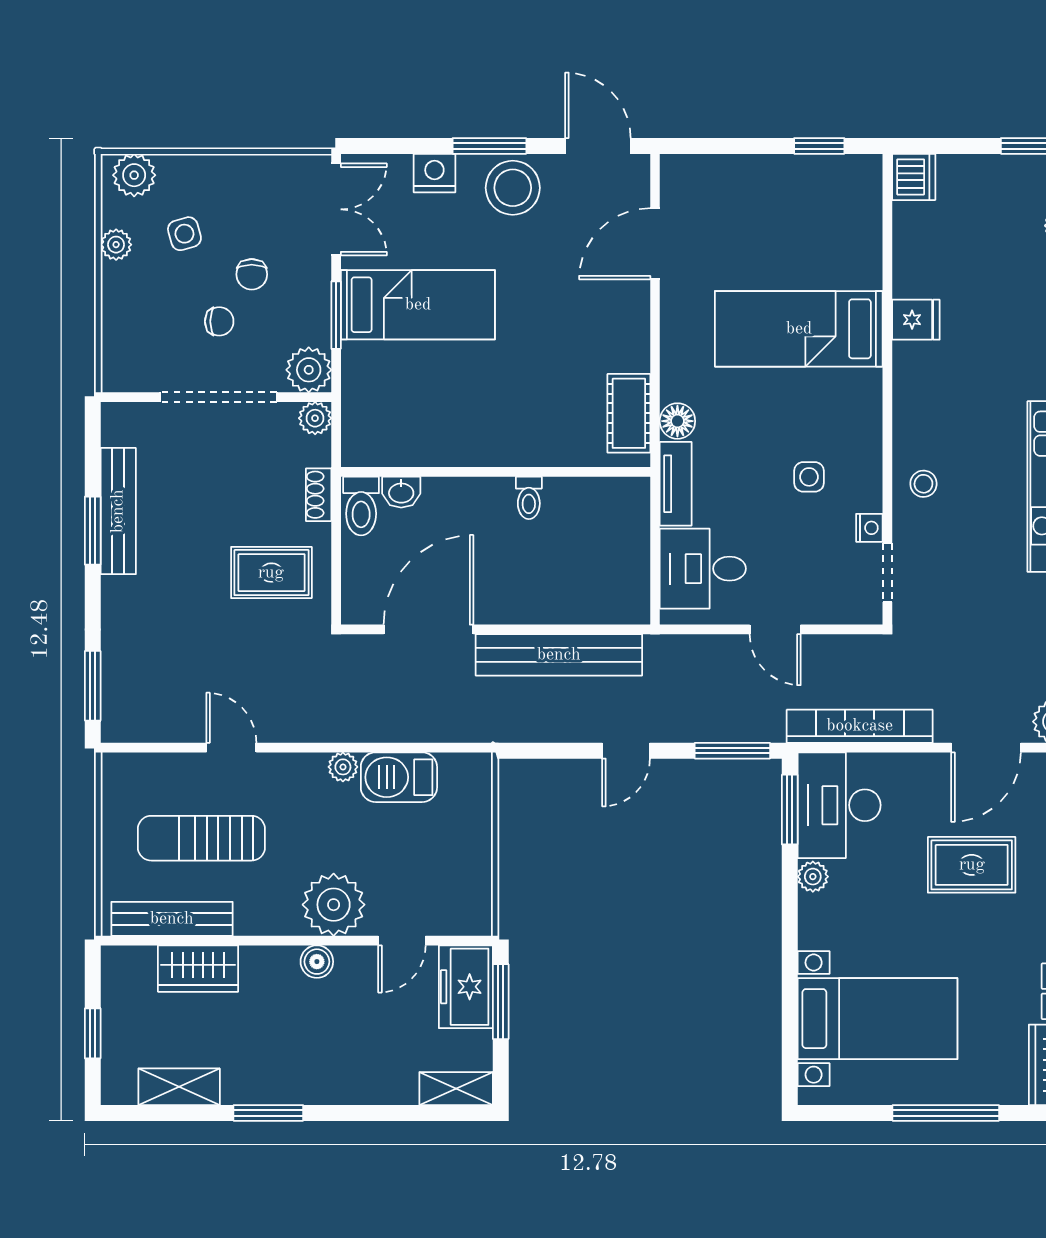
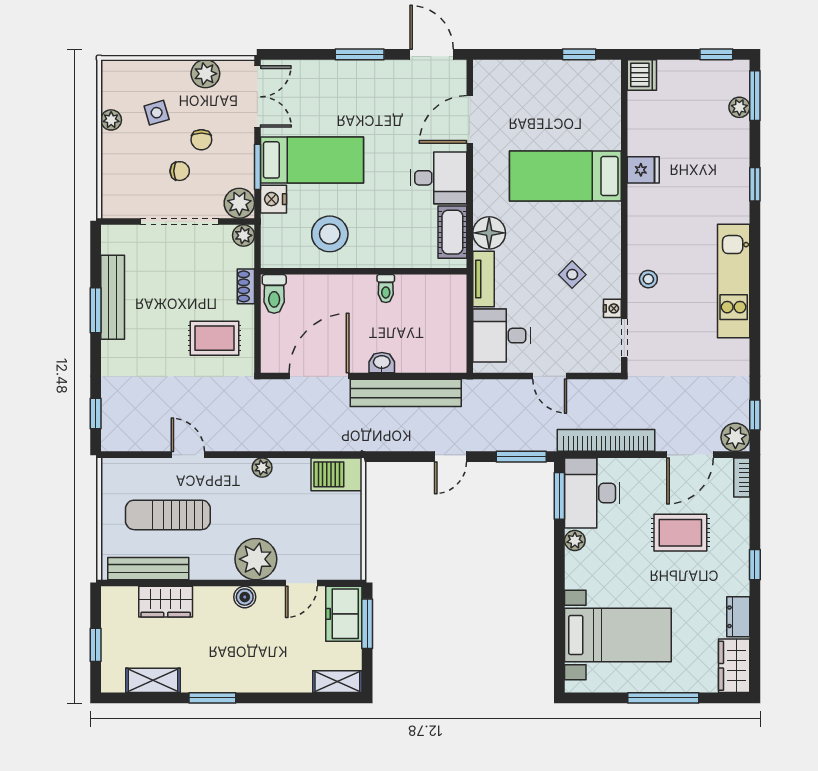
nightstand: (434, 173) -> (273, 199), moved, turned -90
plant: (134, 175) -> (205, 74), moved
stool: (513, 188) -> (330, 234), moved
desk: (608, 332) -> (438, 178), added
floor lamp: (677, 421) -> (489, 233), width x1.38, depth x1.38
side table: (809, 477) -> (572, 275), turned 45
washbasin: (401, 492) -> (382, 363), moved, turned 180
window: (93, 686) -> (96, 413), width x0.67
barbecue: (399, 777) -> (336, 474), moved

